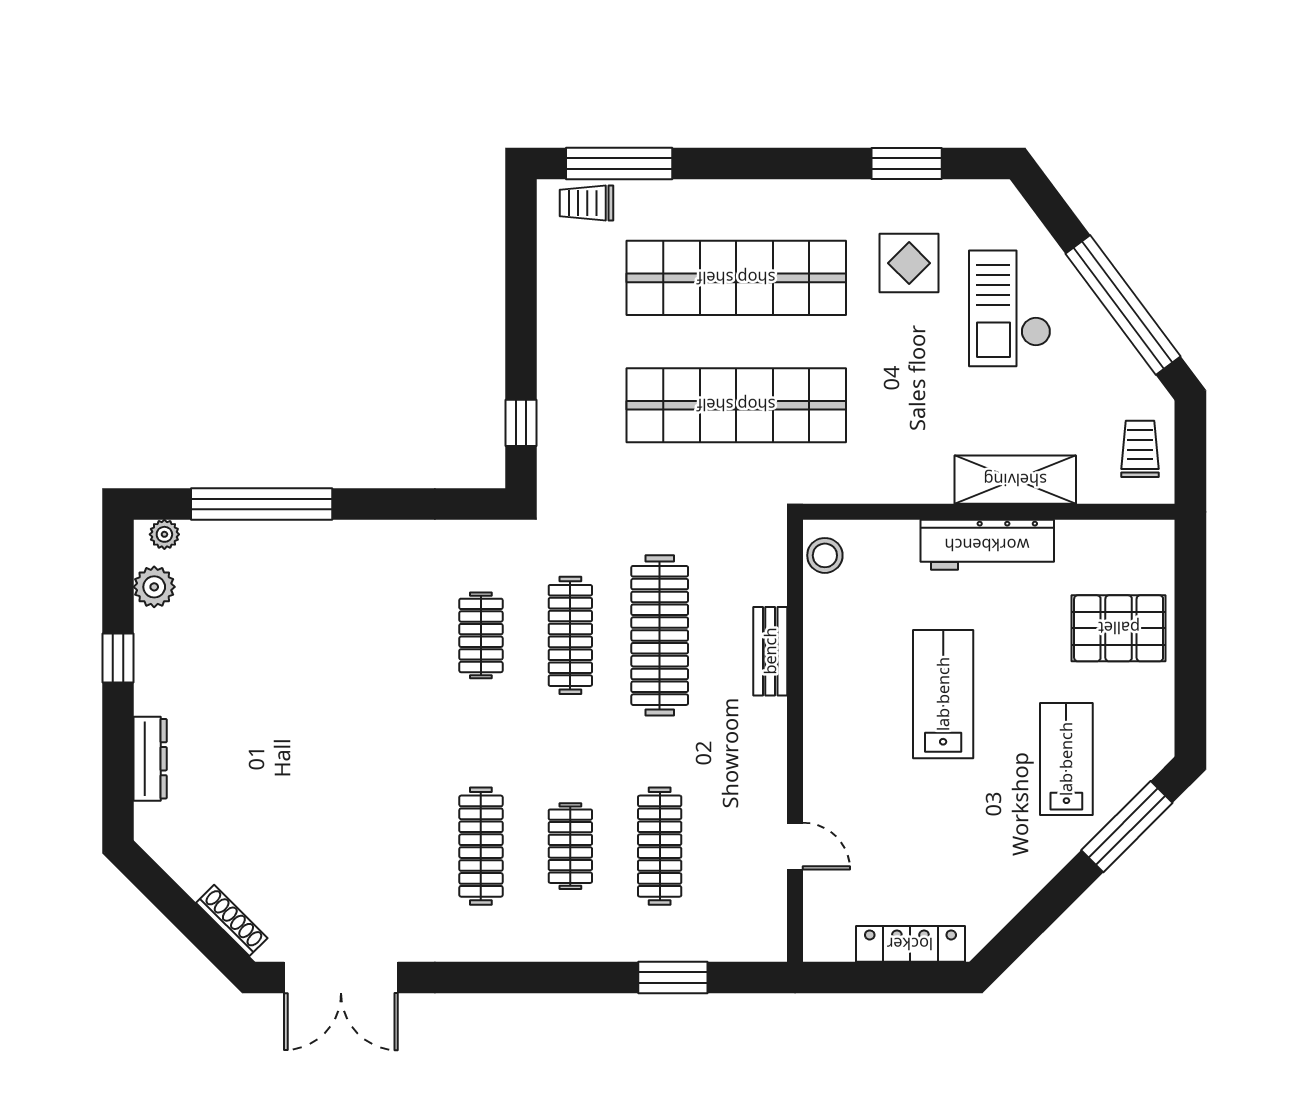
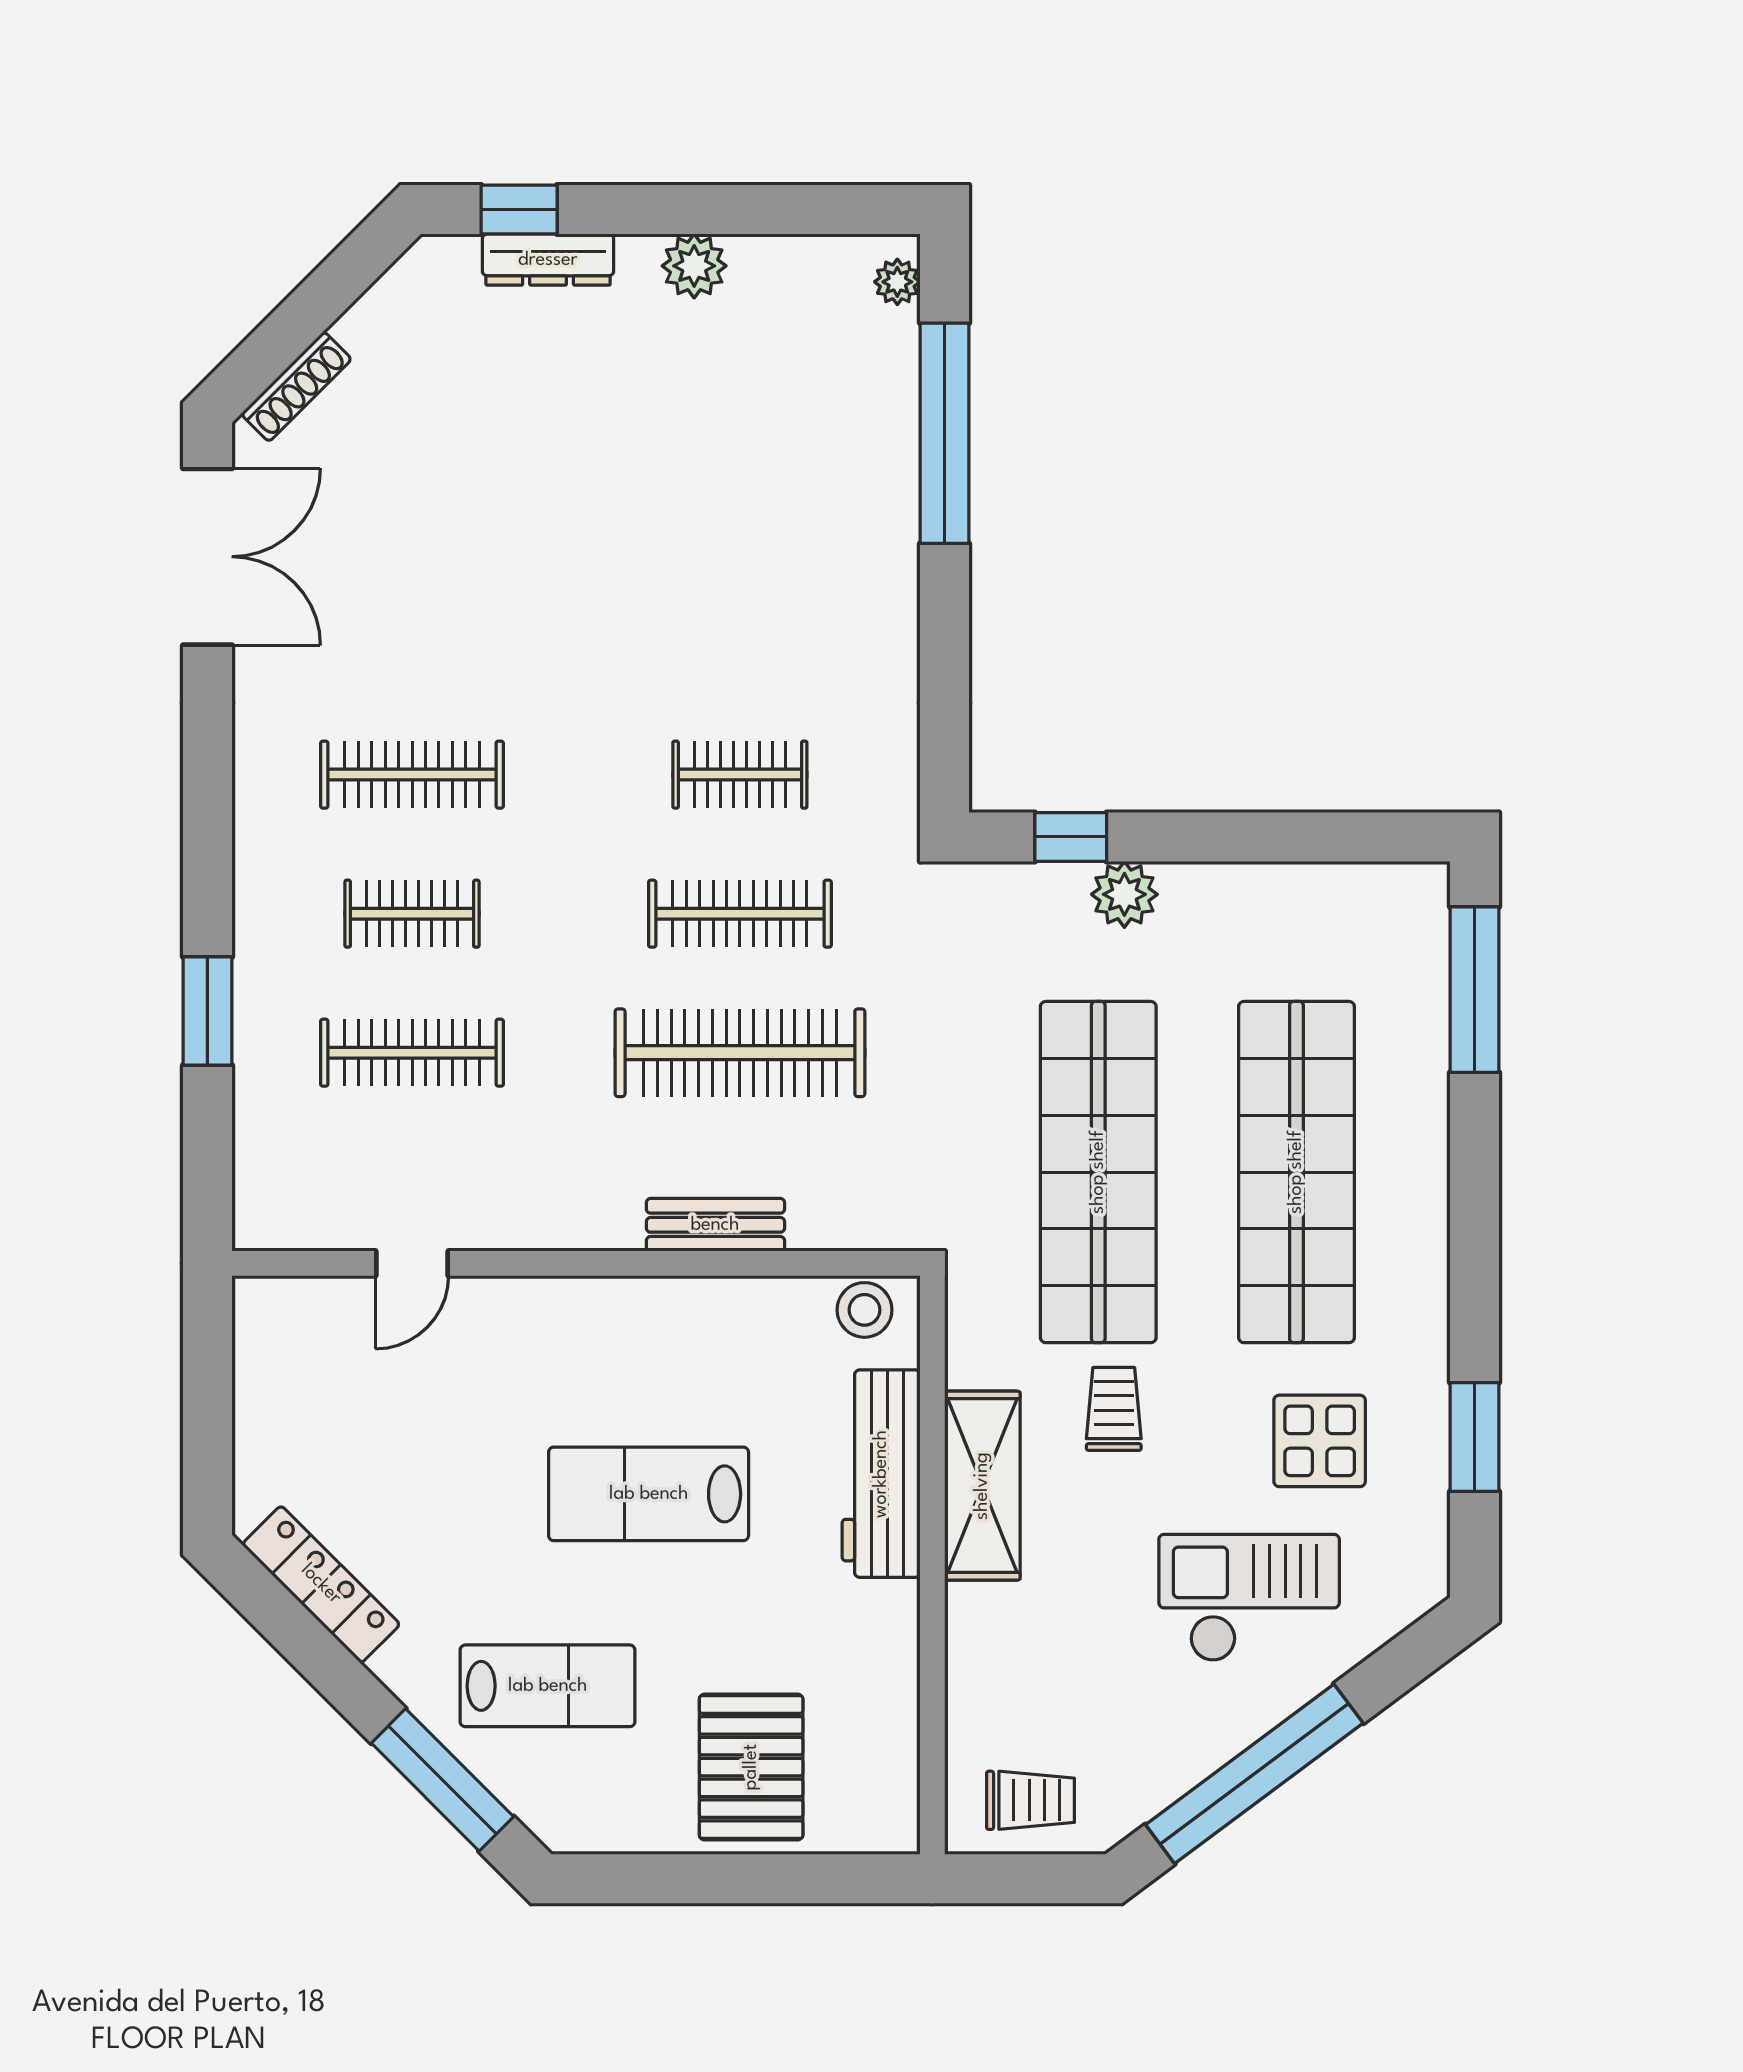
trolley: (586, 203) -> (1114, 1409), moved
plant: (558, 388) -> (1124, 894), added
shelving: (1015, 480) -> (982, 1486), moved
workbench: (987, 545) -> (881, 1474), moved
plant: (154, 587) -> (694, 266), moved
window: (118, 658) -> (519, 209), moved
lab bench: (943, 694) -> (649, 1494), turned 180
locker: (910, 944) -> (321, 1584), moved, turned -45
double door: (341, 978) -> (207, 557), swing flipped
window: (673, 978) -> (207, 1011), moved

